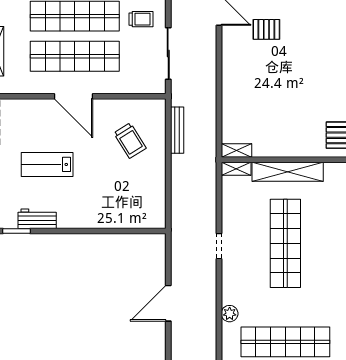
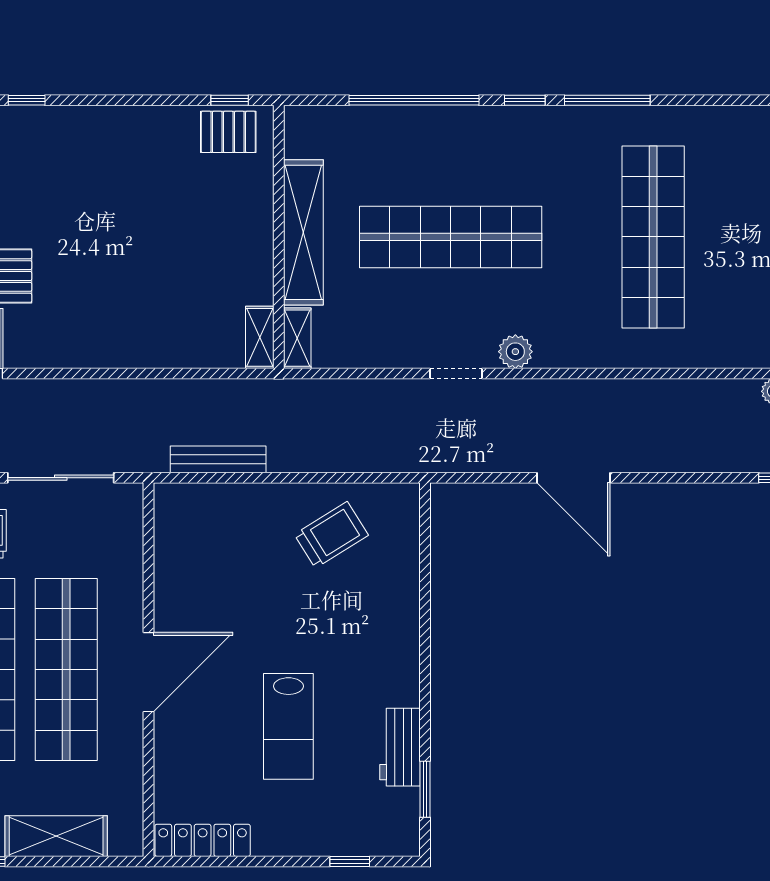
trolley: (130, 141) -> (331, 535), moved
plant: (230, 314) -> (515, 352), moved

